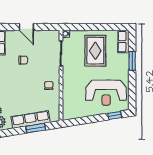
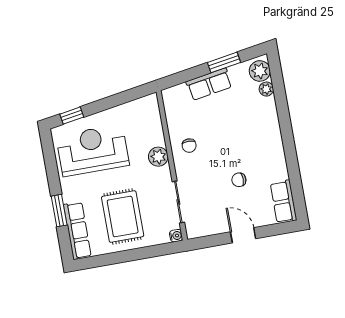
row of seats: (123, 42) -> (77, 231), width x1.48
plant: (68, 82) -> (158, 157), added
row of seats: (31, 120) -> (209, 84), width x0.68
window: (36, 128) -> (224, 62), moved

